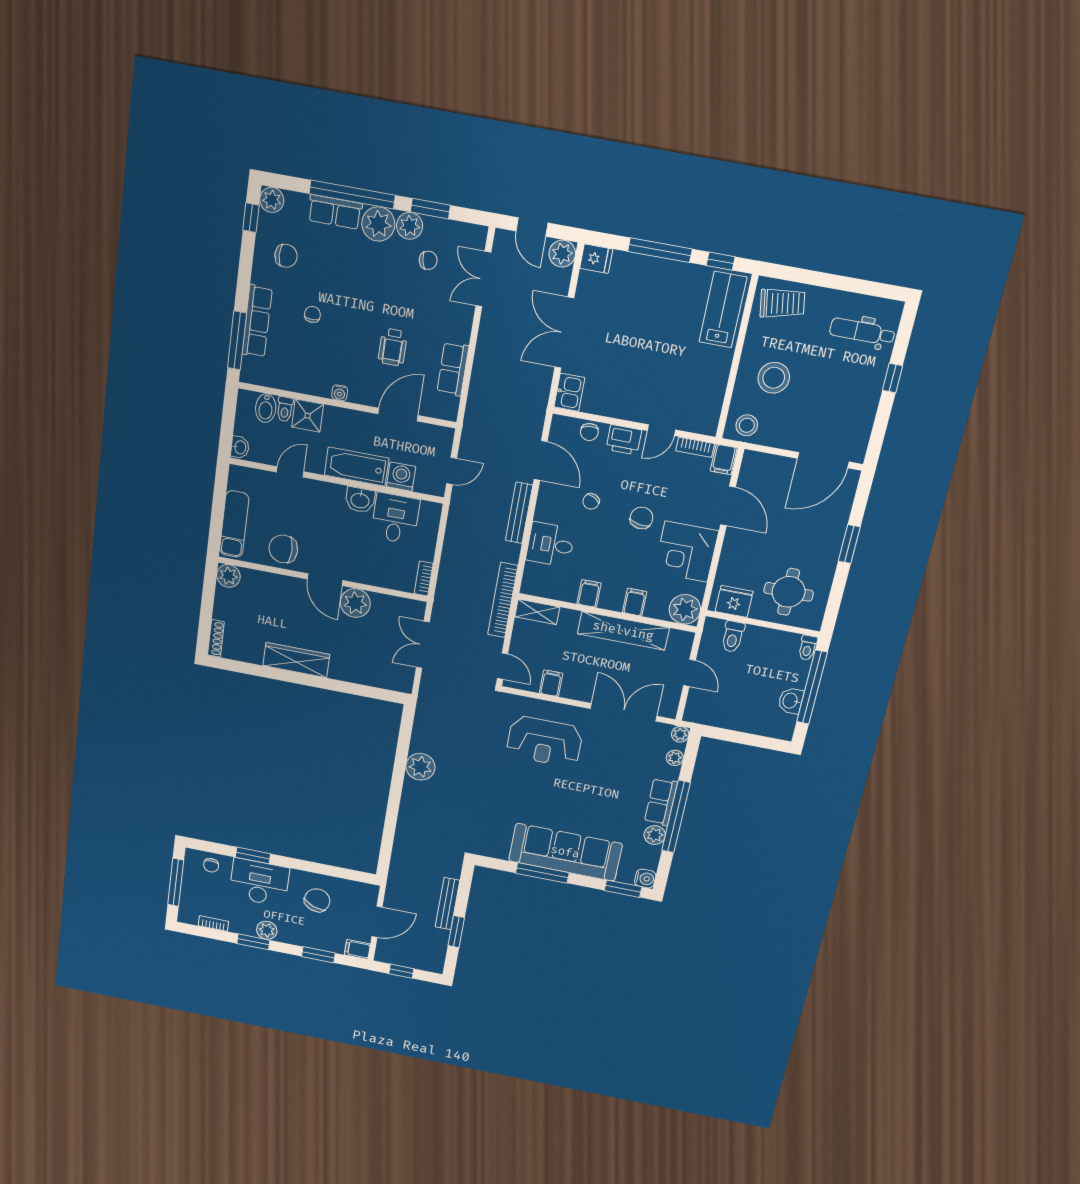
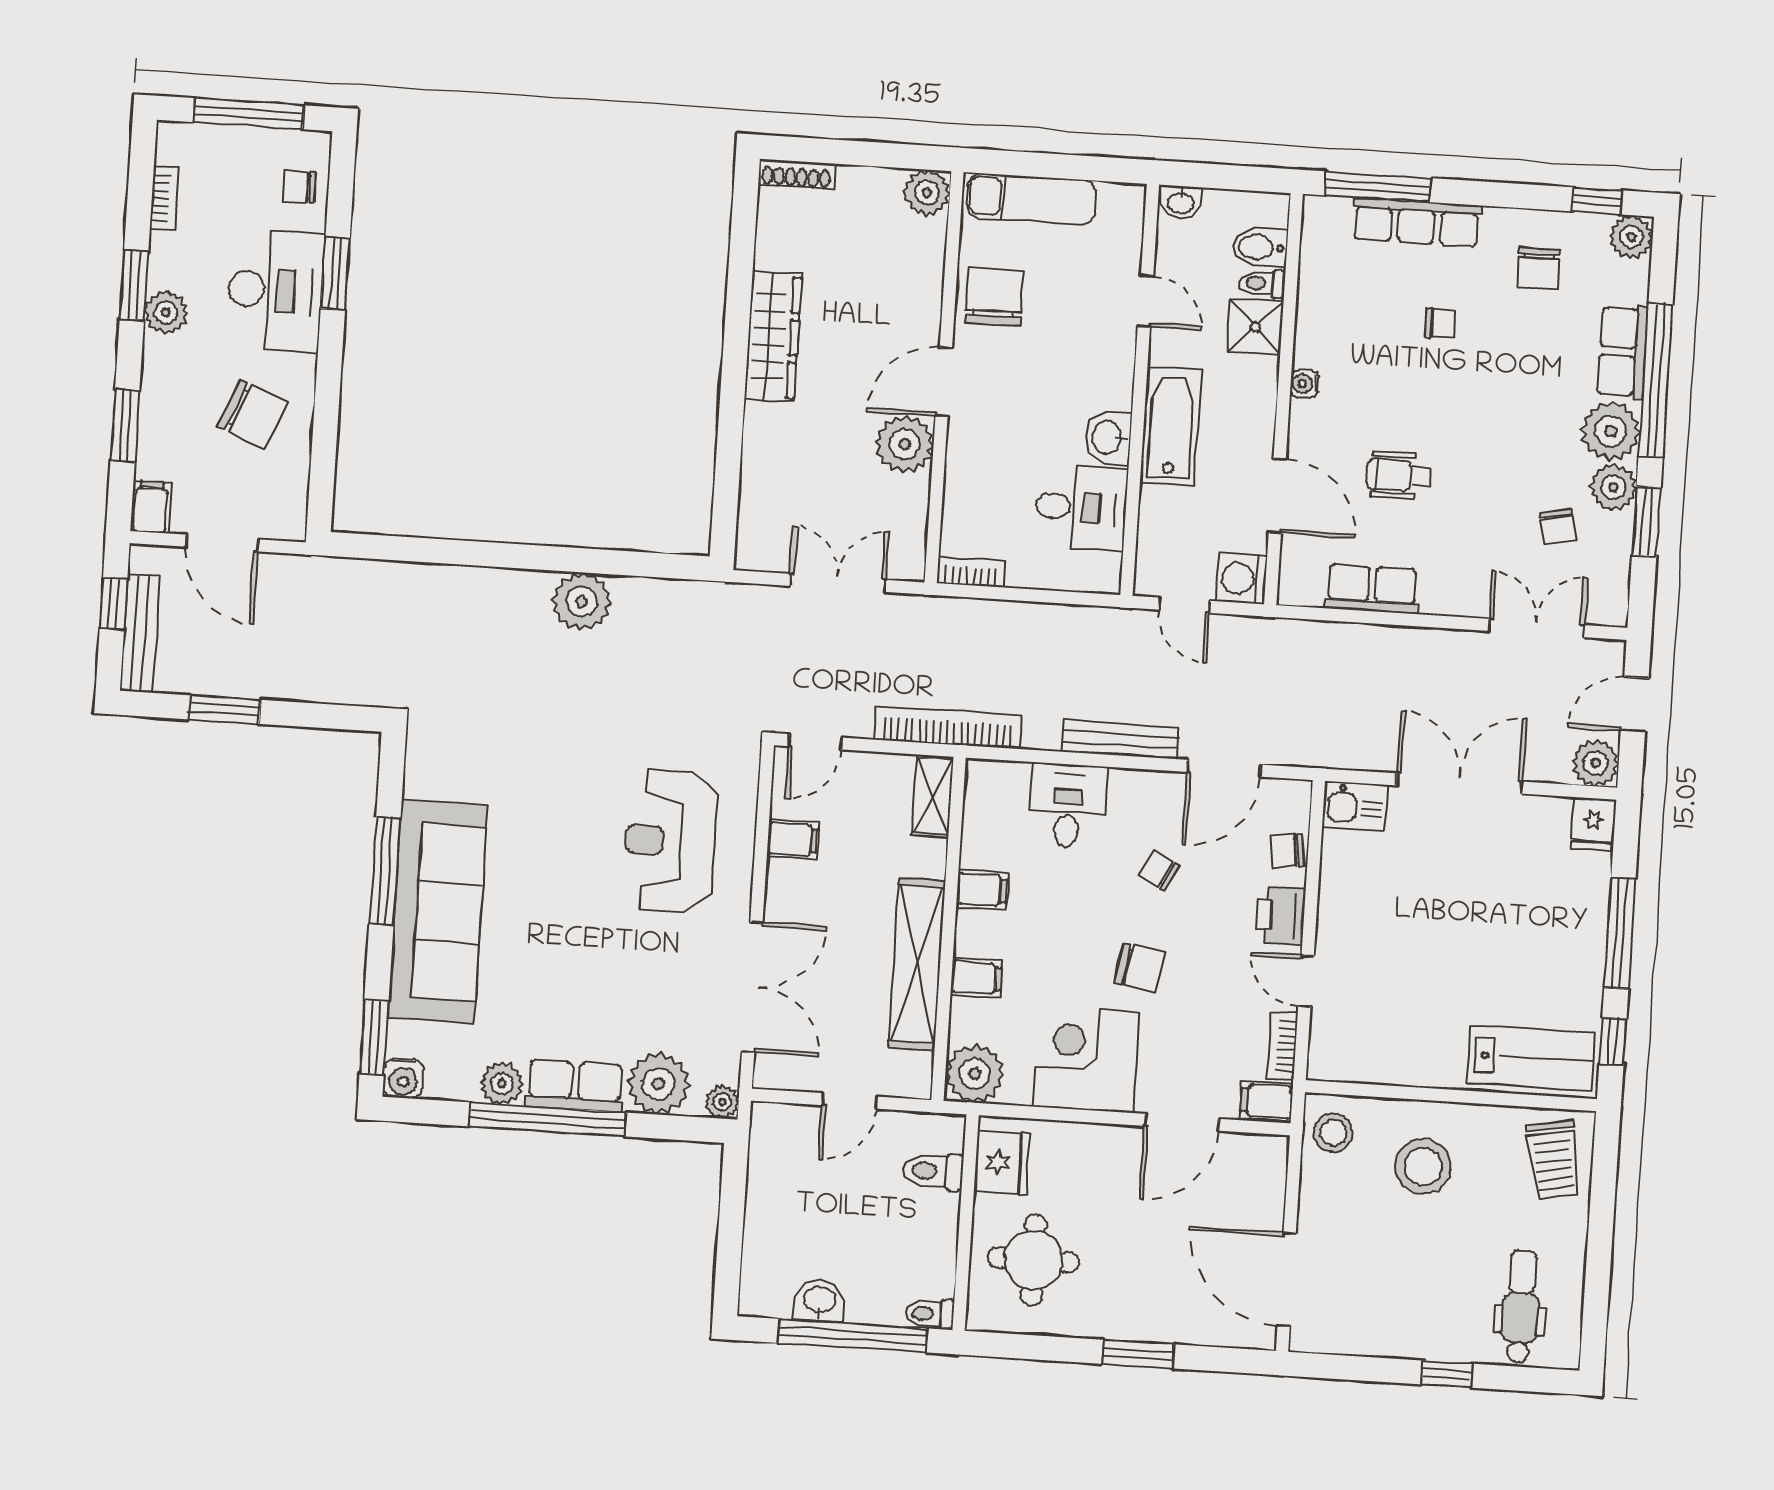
washing machine: (401, 477) -> (1241, 579), moved, turned 180
plant: (675, 758) -> (658, 1084), width x1.87, depth x1.87
bench: (447, 904) -> (140, 633), moved, turned 90

